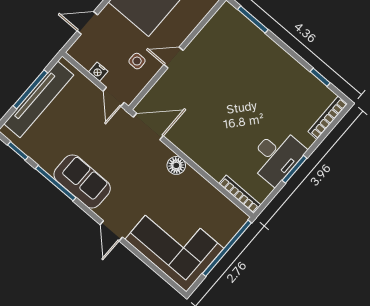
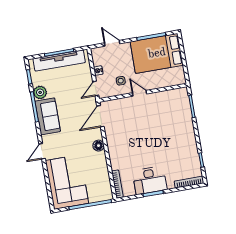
door: (148, 126) -> (100, 116), swing flipped
plant: (48, 159) -> (40, 92), added

